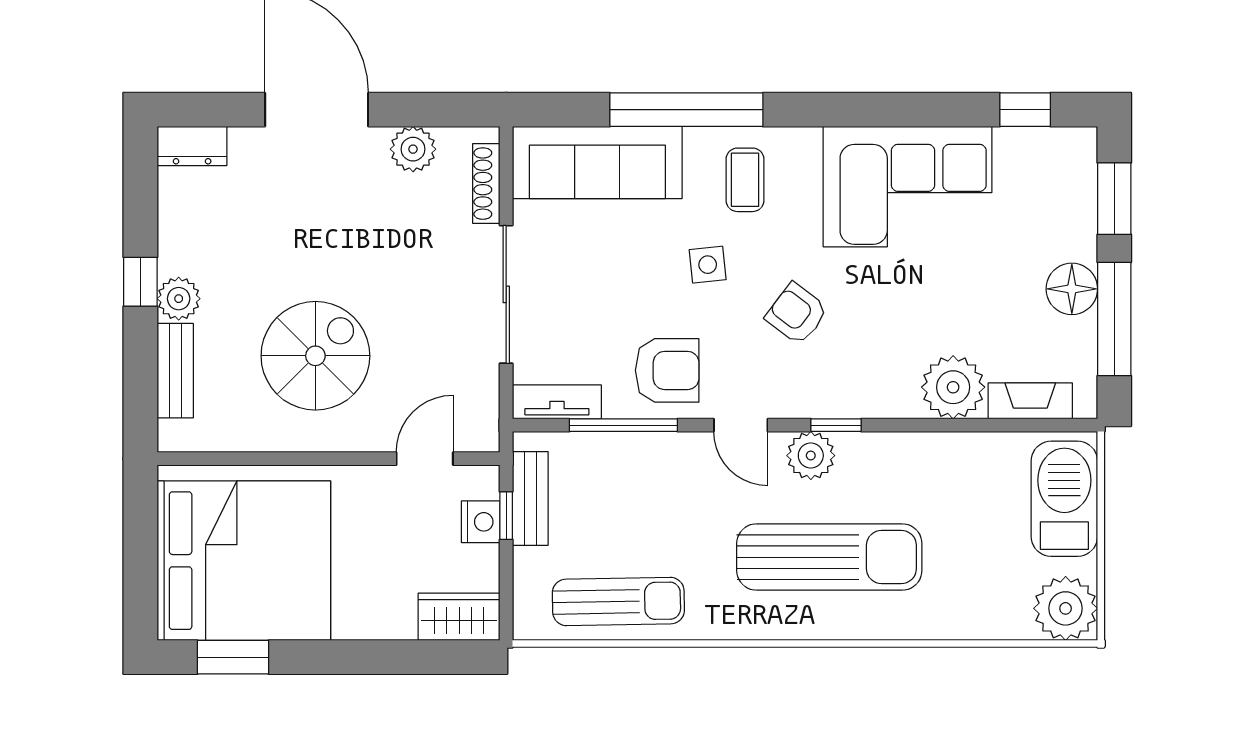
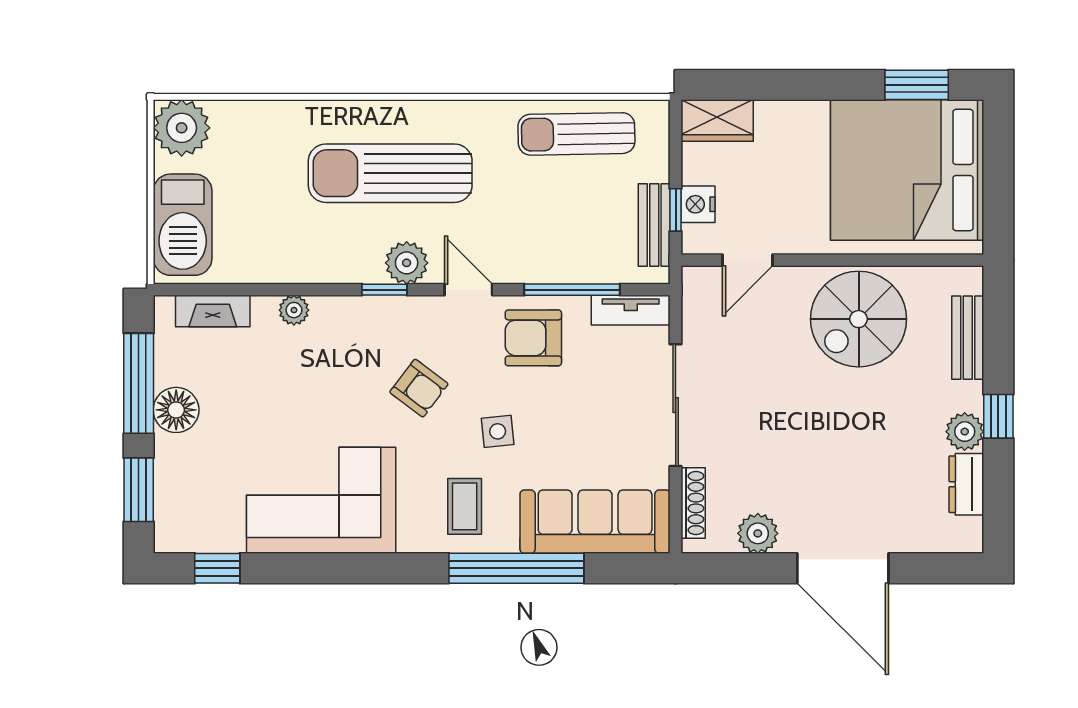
dresser: (192, 146) -> (966, 484), moved, turned -90
plant: (179, 299) -> (965, 432), moved
spiral stairs: (315, 356) -> (859, 319), moved
plant: (953, 387) -> (294, 310), width x0.53, depth x0.53

